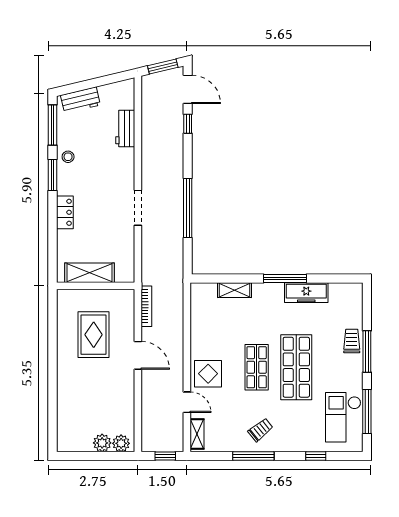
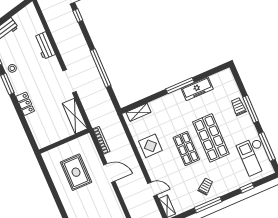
workbench: (125, 129) -> (45, 46), moved
shelving: (90, 273) -> (75, 116), moved, turned 90
shelving: (235, 290) -> (138, 112), moved
display table: (208, 374) -> (150, 146), moved

